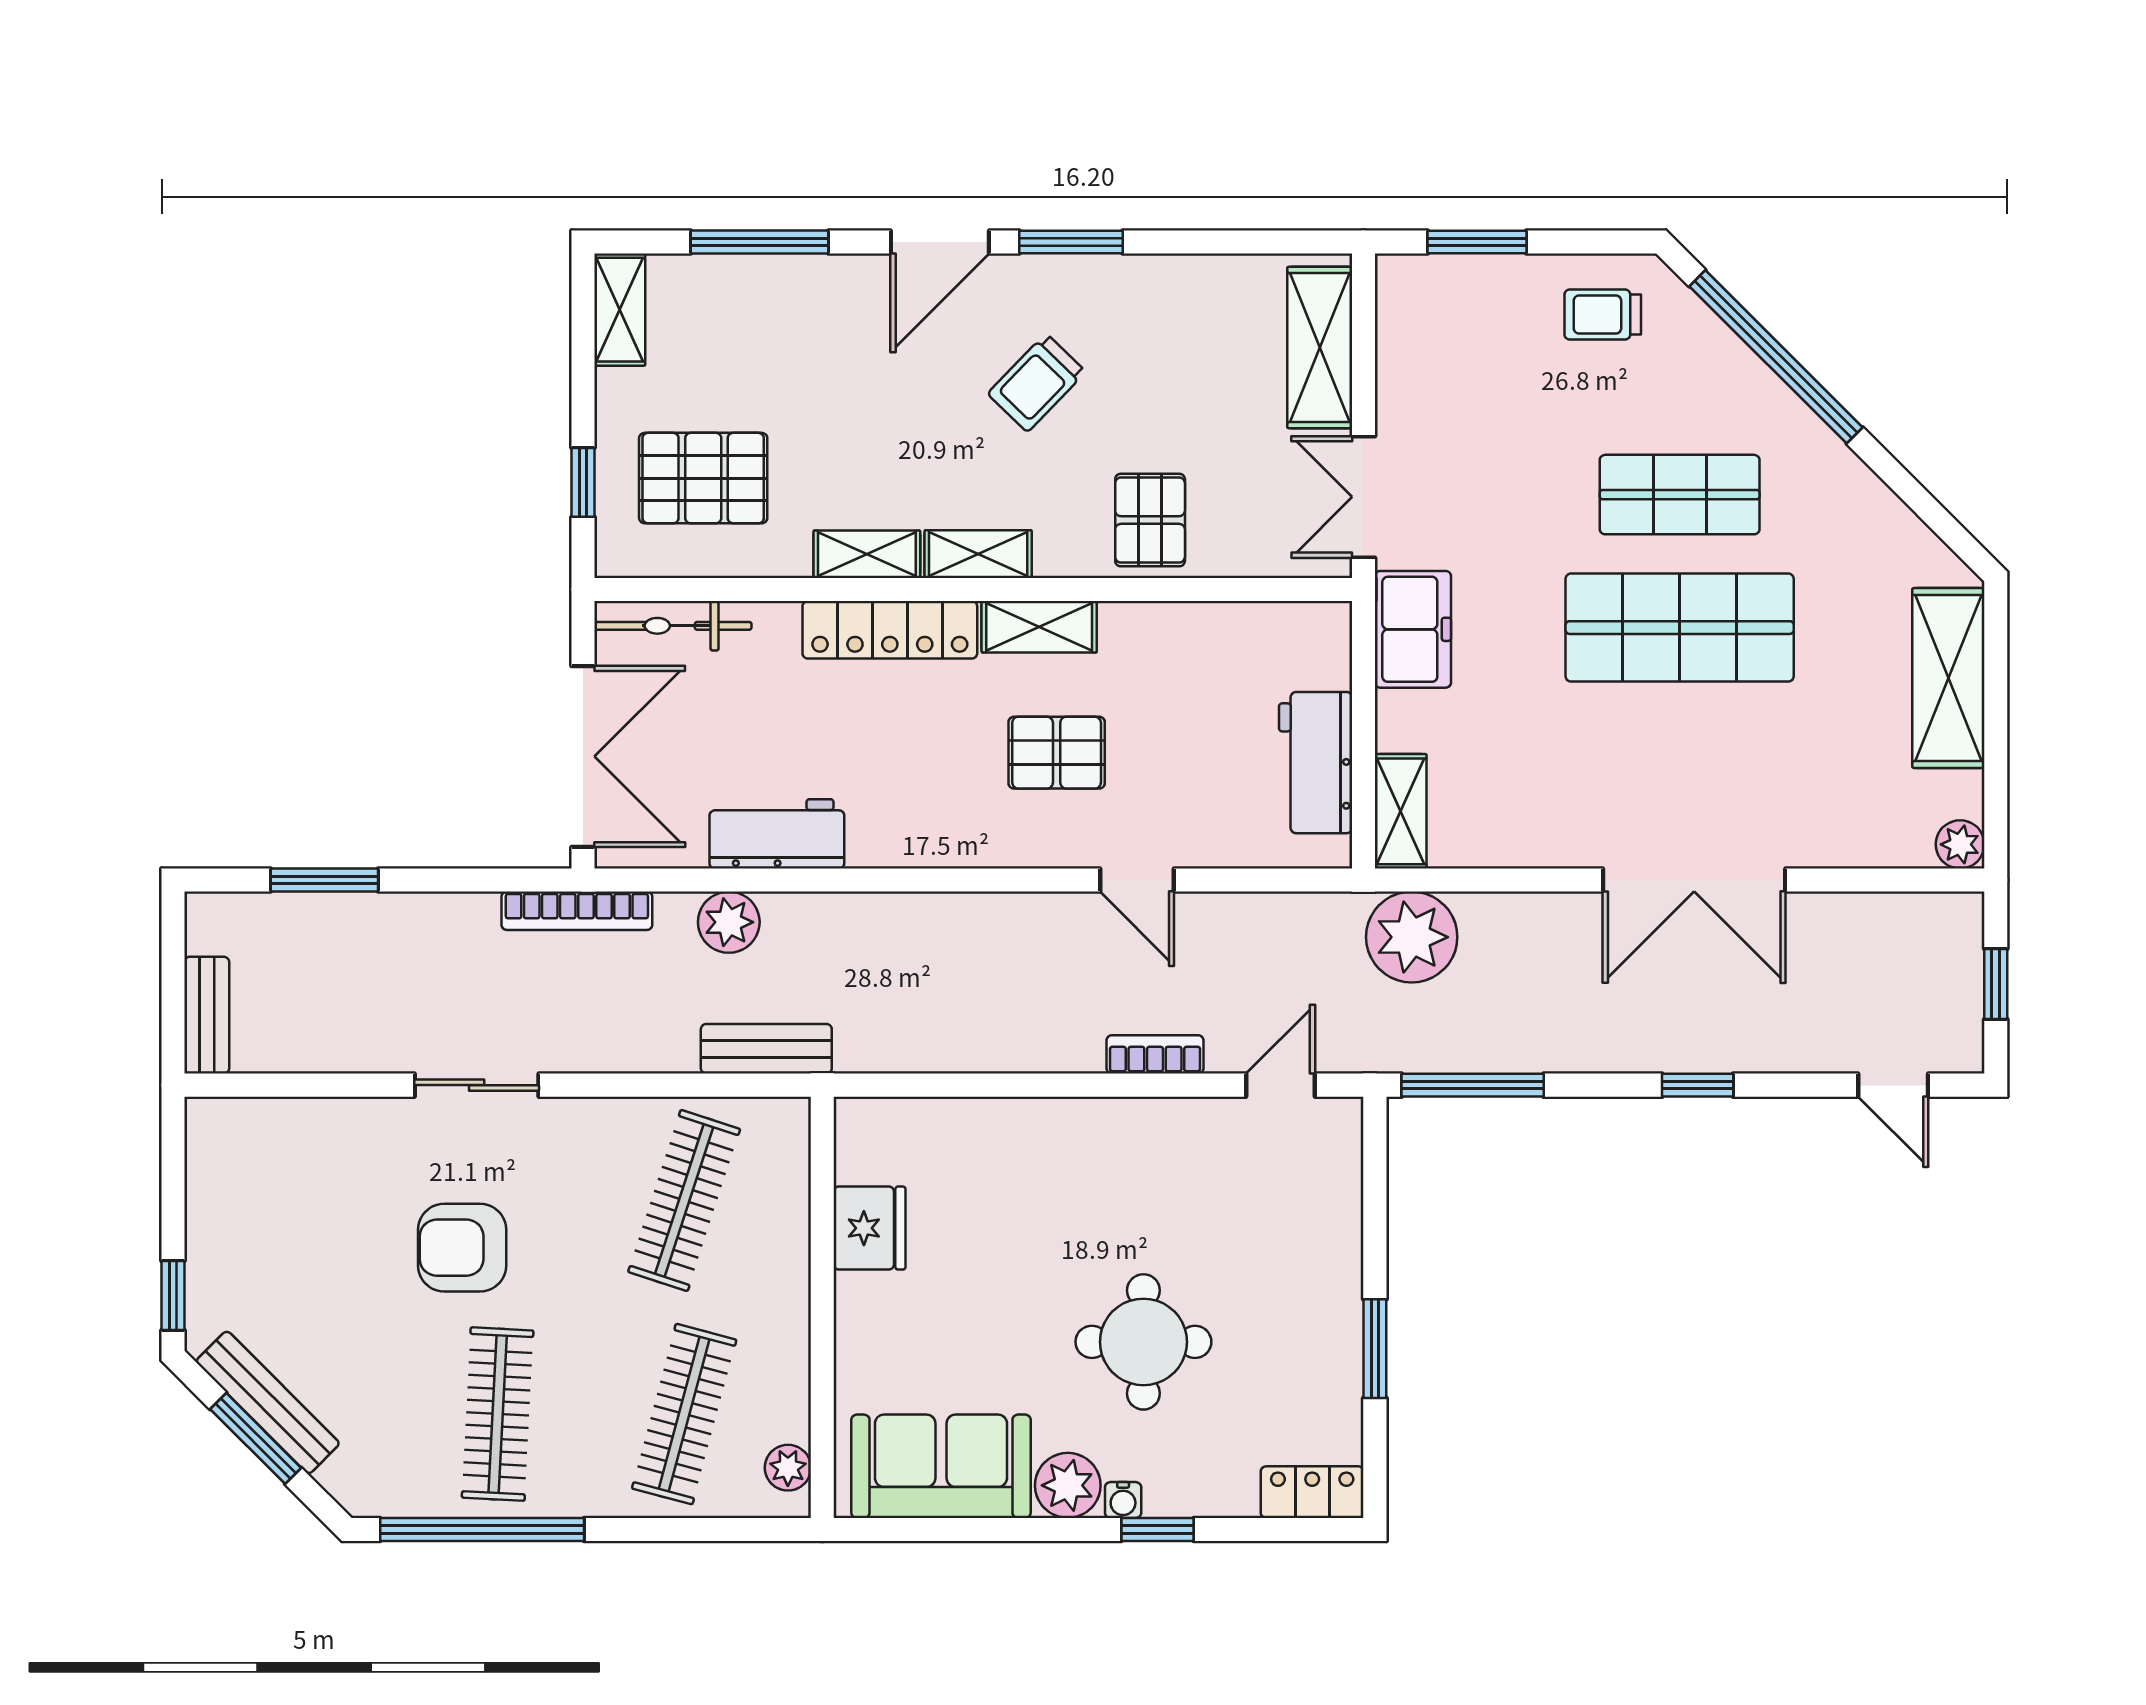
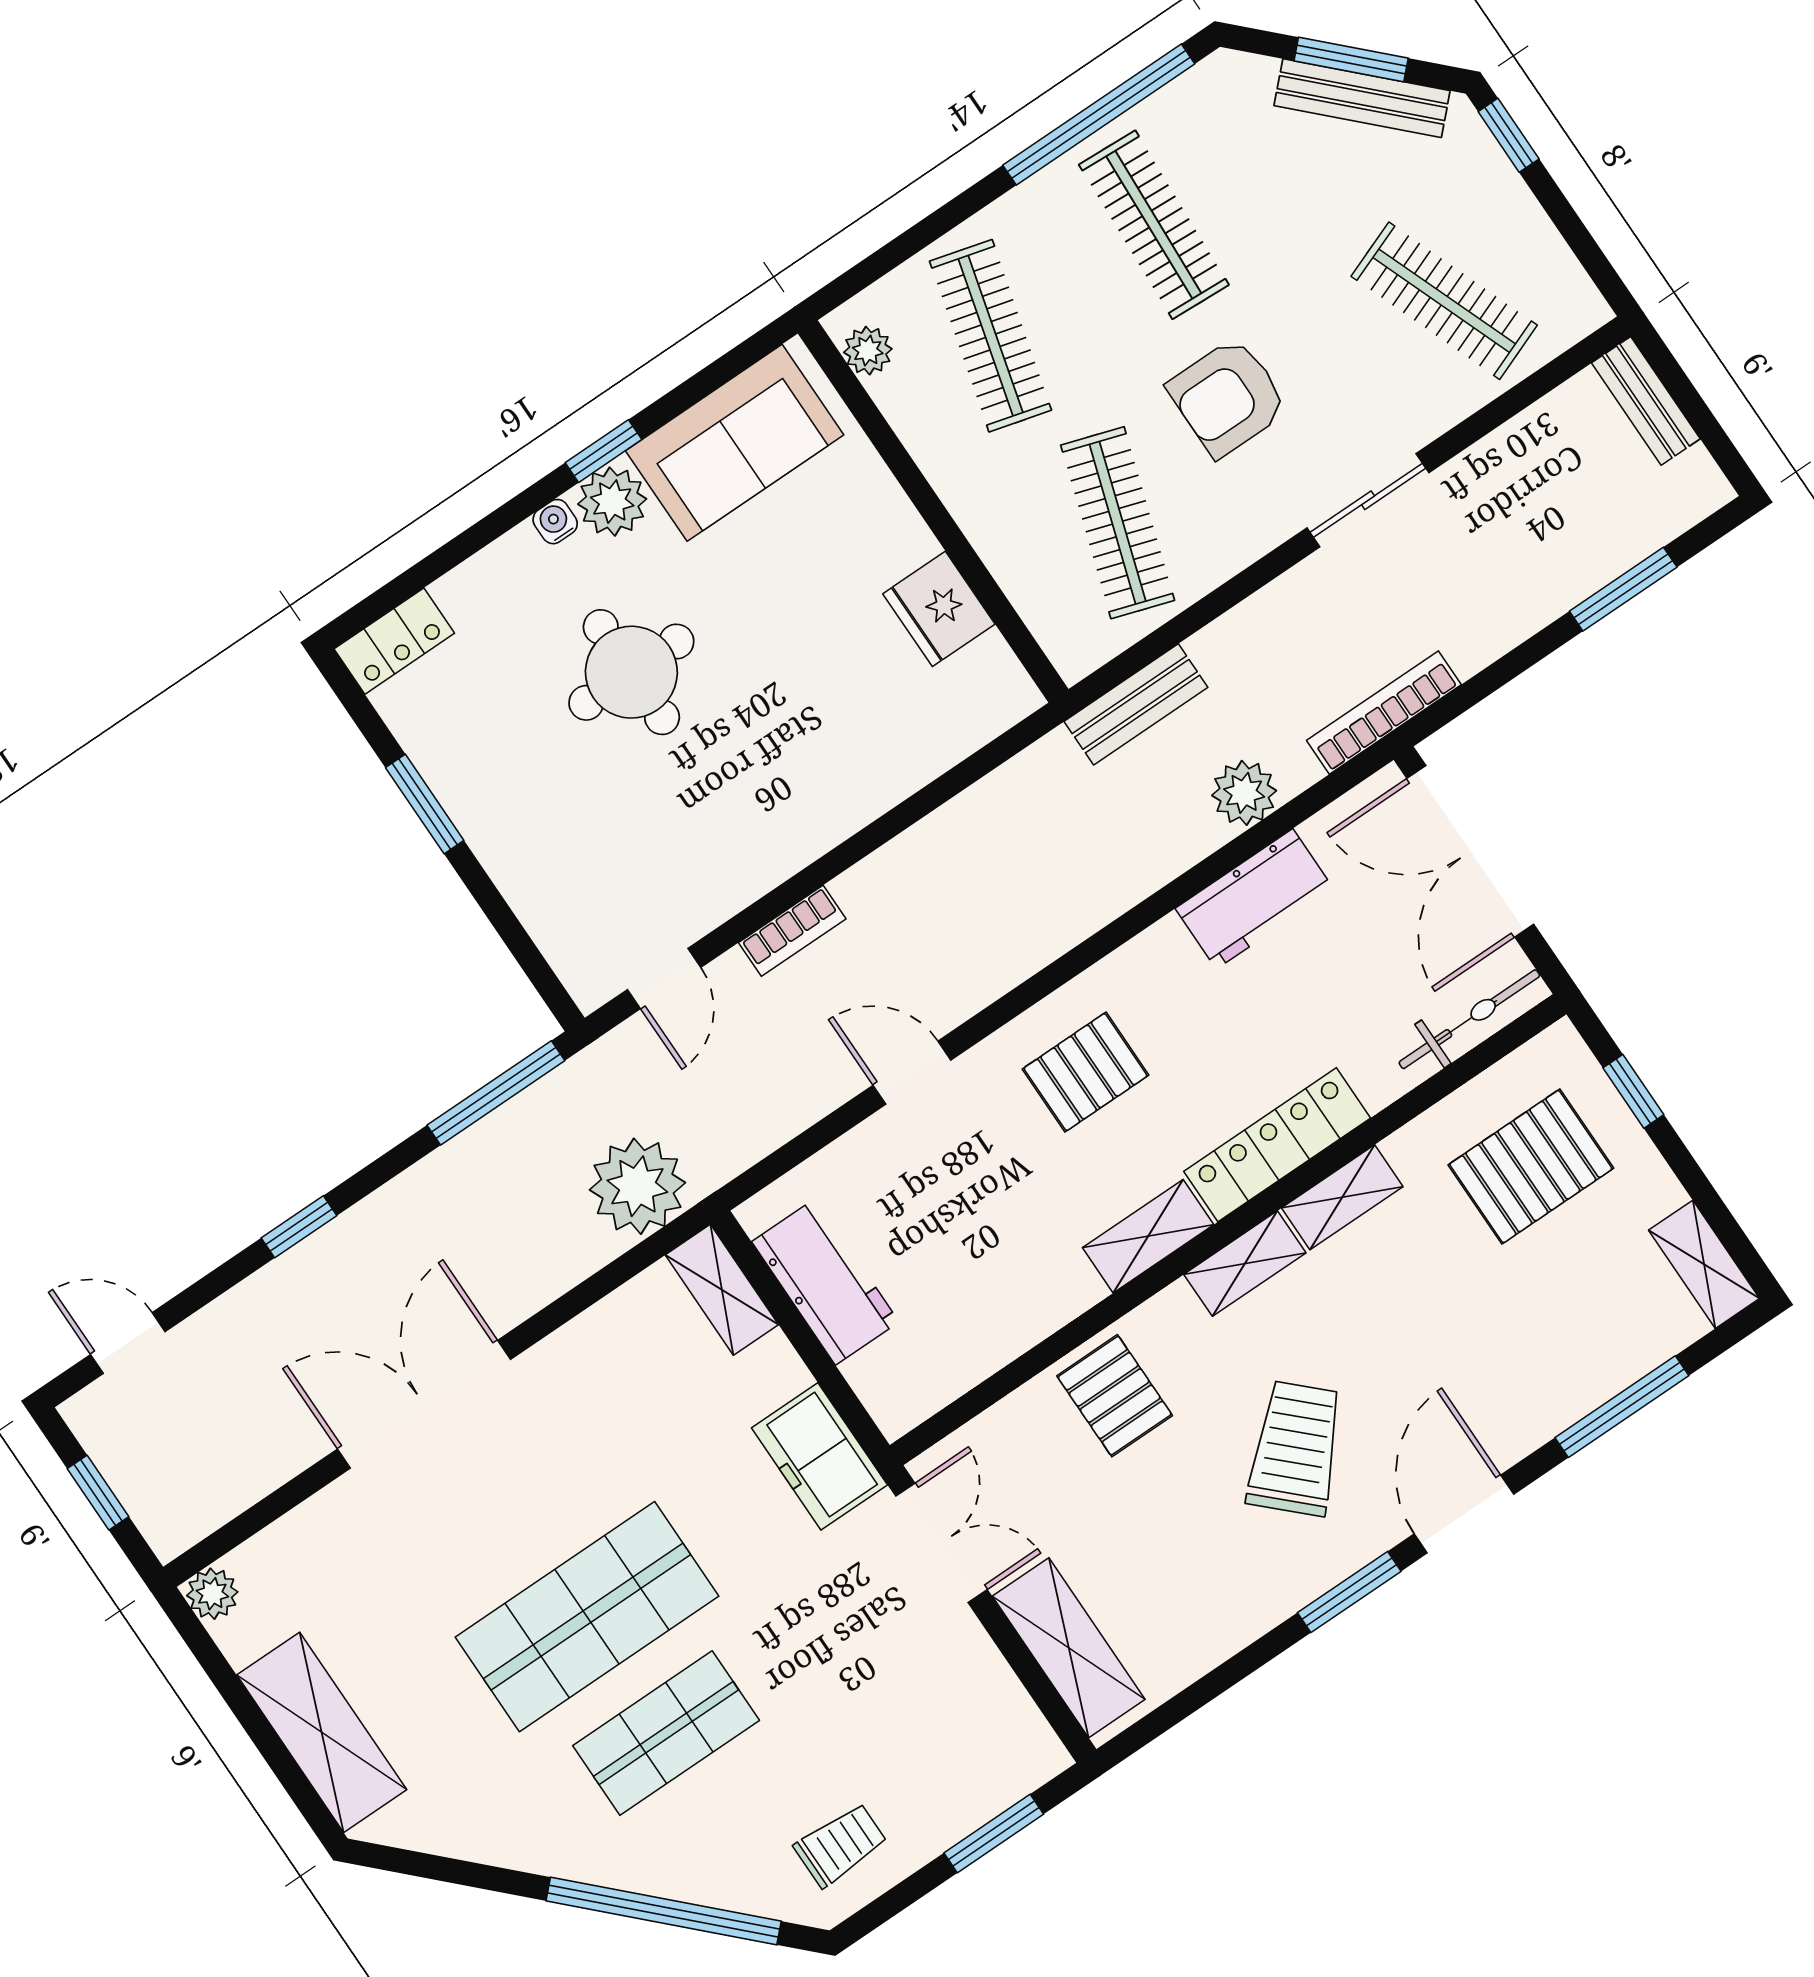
trolley: (1037, 383) -> (1296, 1448), width x1.36, depth x1.39
pallet: (1057, 753) -> (1085, 1072), moved
clothes rail: (311, 1201) -> (1444, 301), added
armchair: (462, 1248) -> (1228, 397), moved, turned 180
window: (1157, 1529) -> (604, 451), moved

